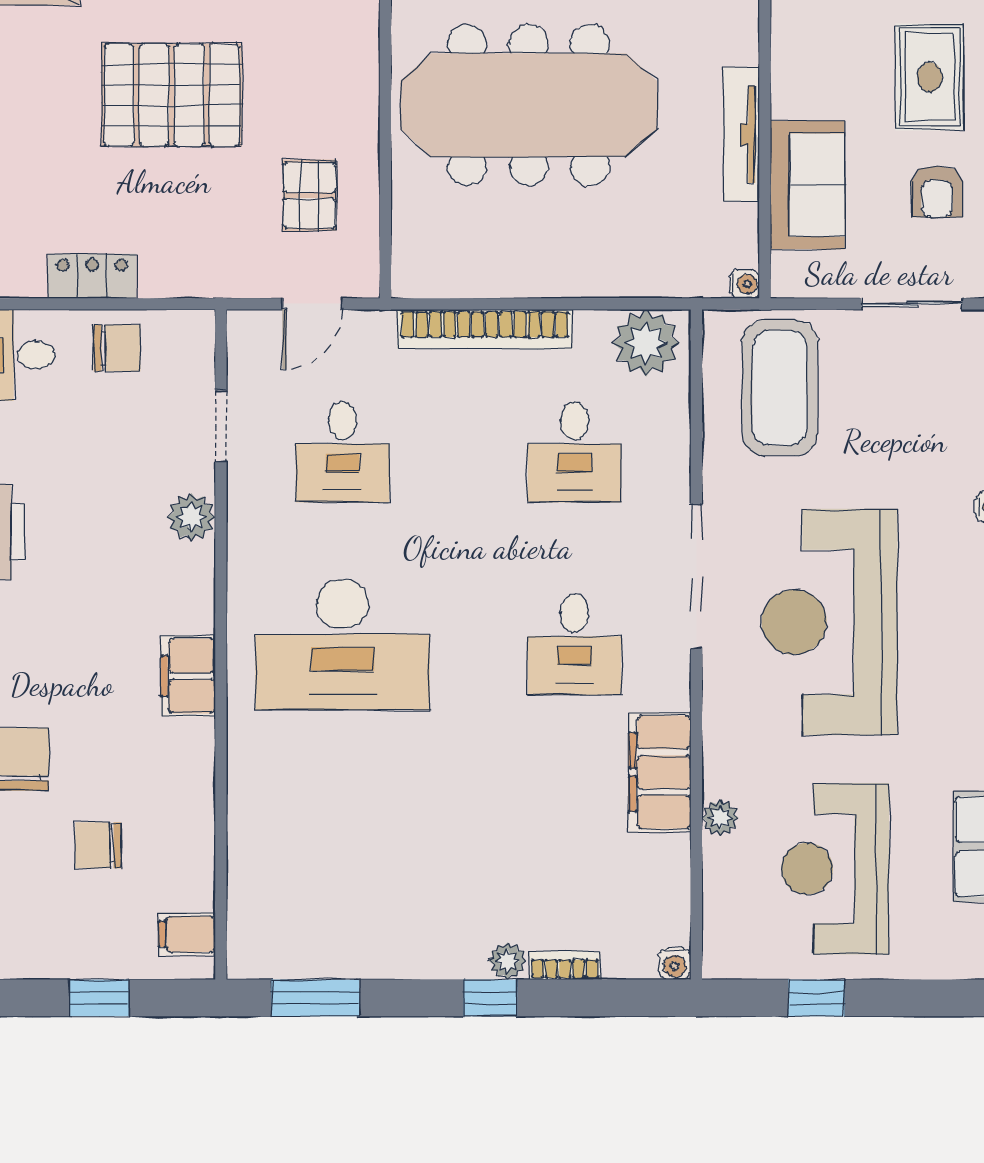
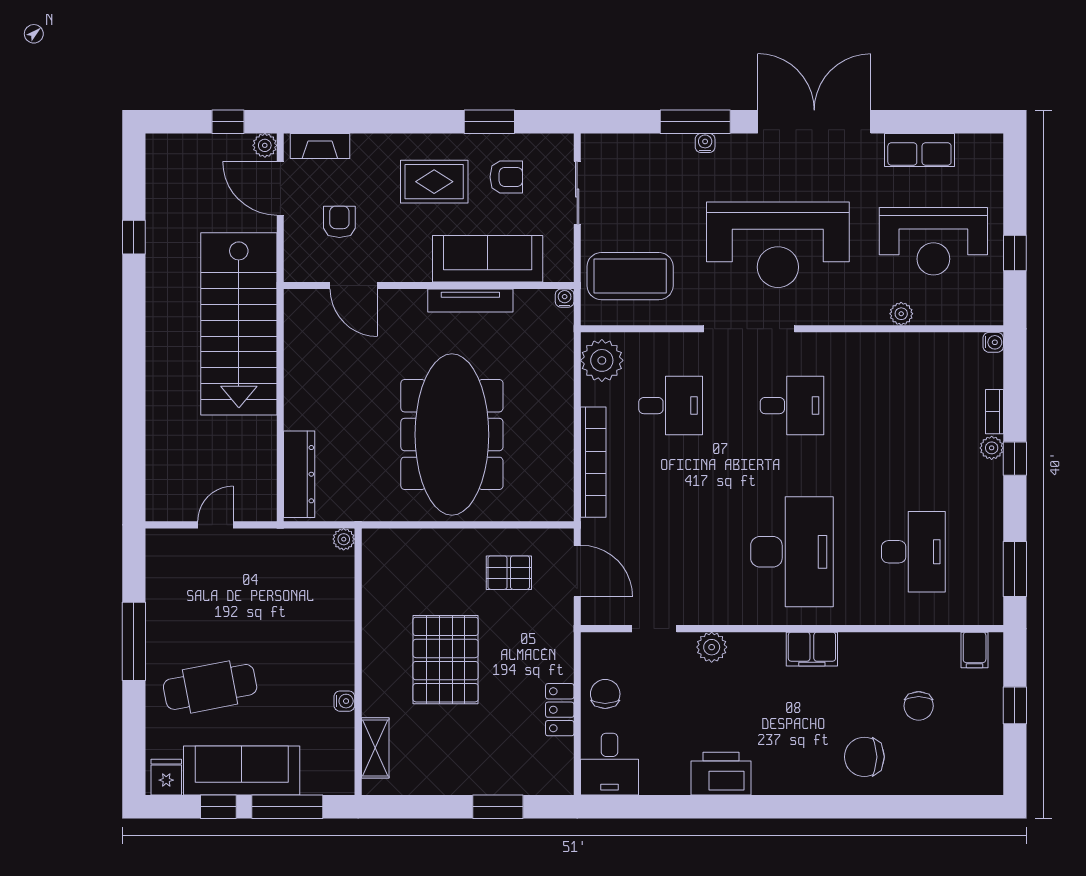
sofa: (807, 185) -> (488, 259), width x1.36
door: (312, 304) -> (577, 571), width x1.38
desk: (343, 452) -> (913, 552), moved, width x1.37
filing cabinet: (660, 772) -> (872, 352), removed

